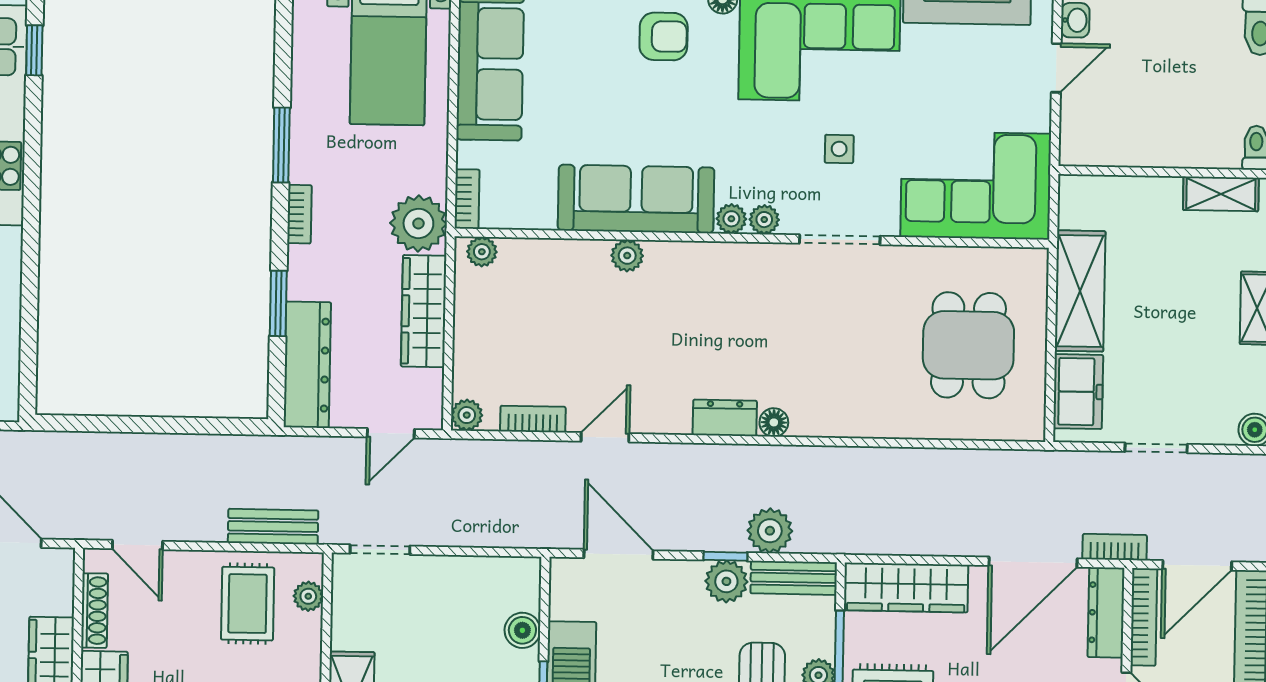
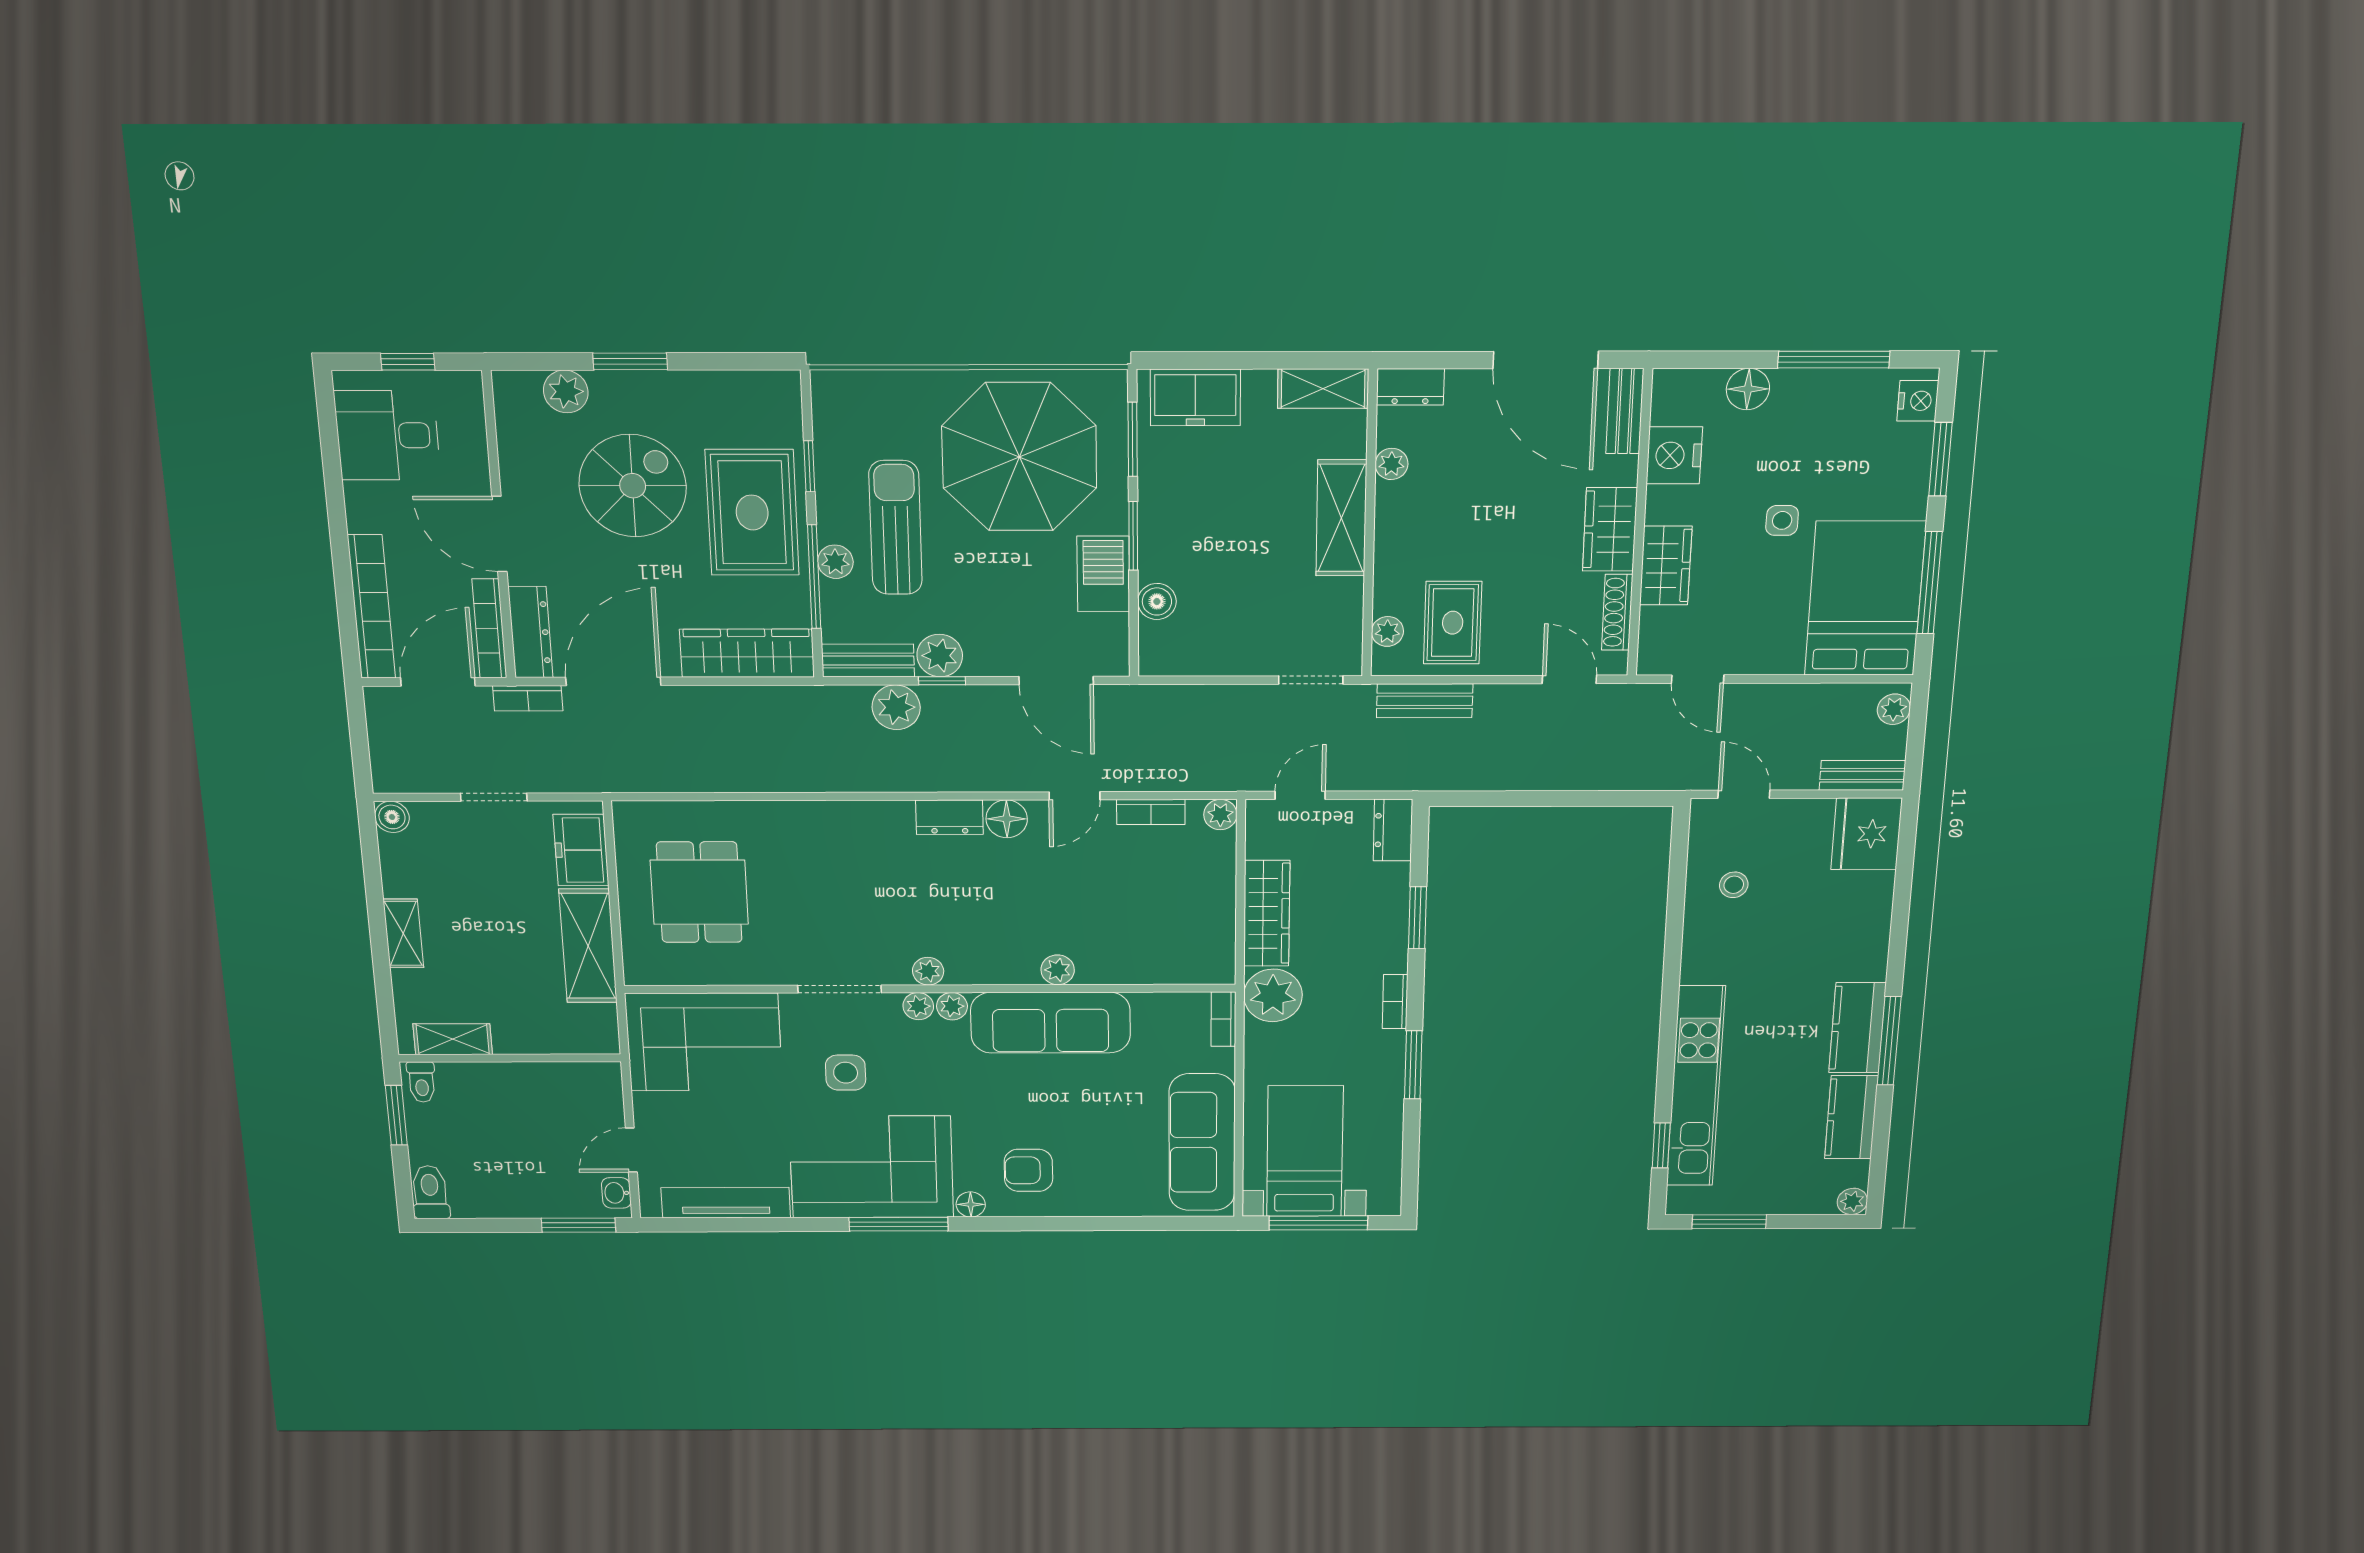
side table: (839, 149) -> (846, 1073), width x1.37, depth x1.37
plant: (482, 252) -> (928, 971), moved
dresser: (307, 365) -> (1393, 830), width x0.51, depth x0.80
floor lamp: (774, 422) -> (1007, 819), moved, width x1.37, depth x1.37

